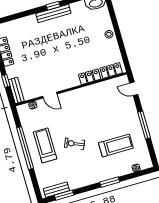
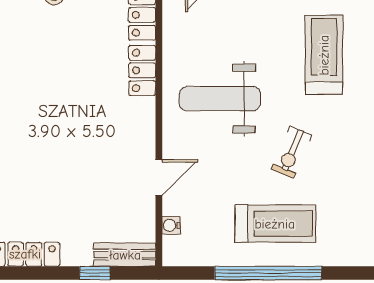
weight bench: (87, 110) -> (220, 99), added
treadmill: (45, 145) -> (275, 224), turned 180

